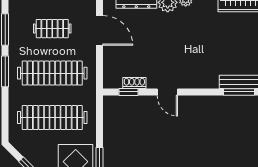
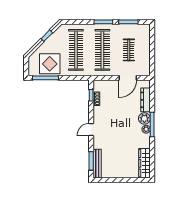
door: (167, 92) -> (91, 130), moved

